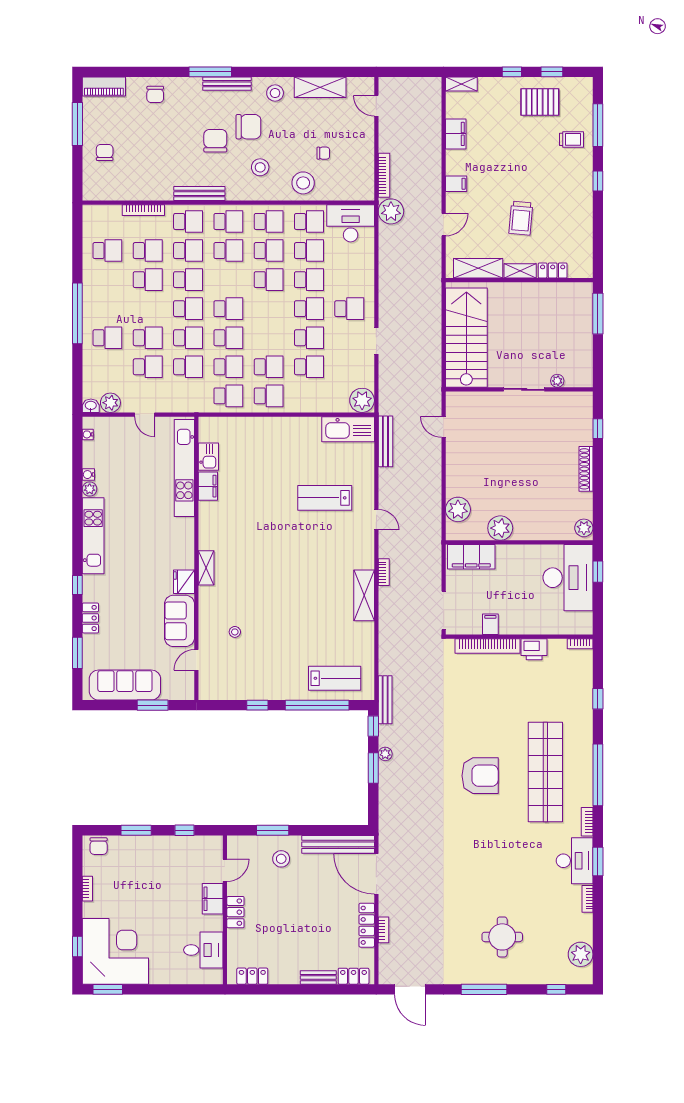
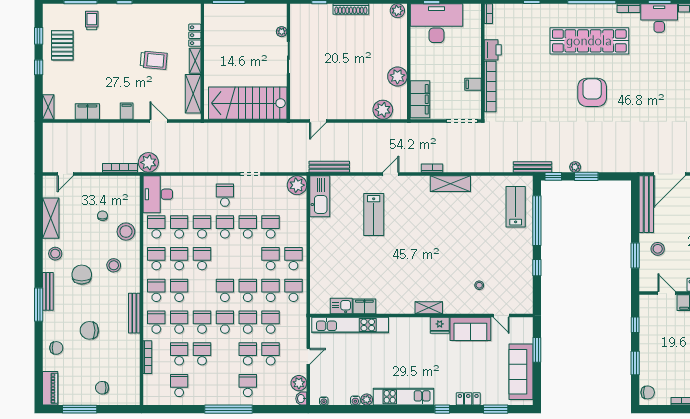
chair: (215, 141) -> (89, 330), moved

